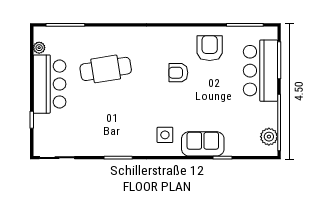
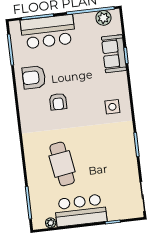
sofa: (203, 144) -> (114, 54), moved

